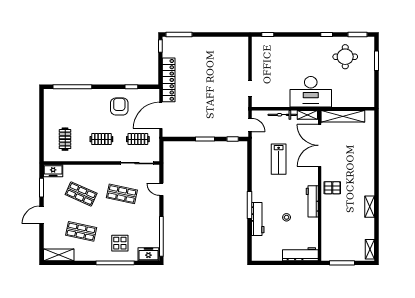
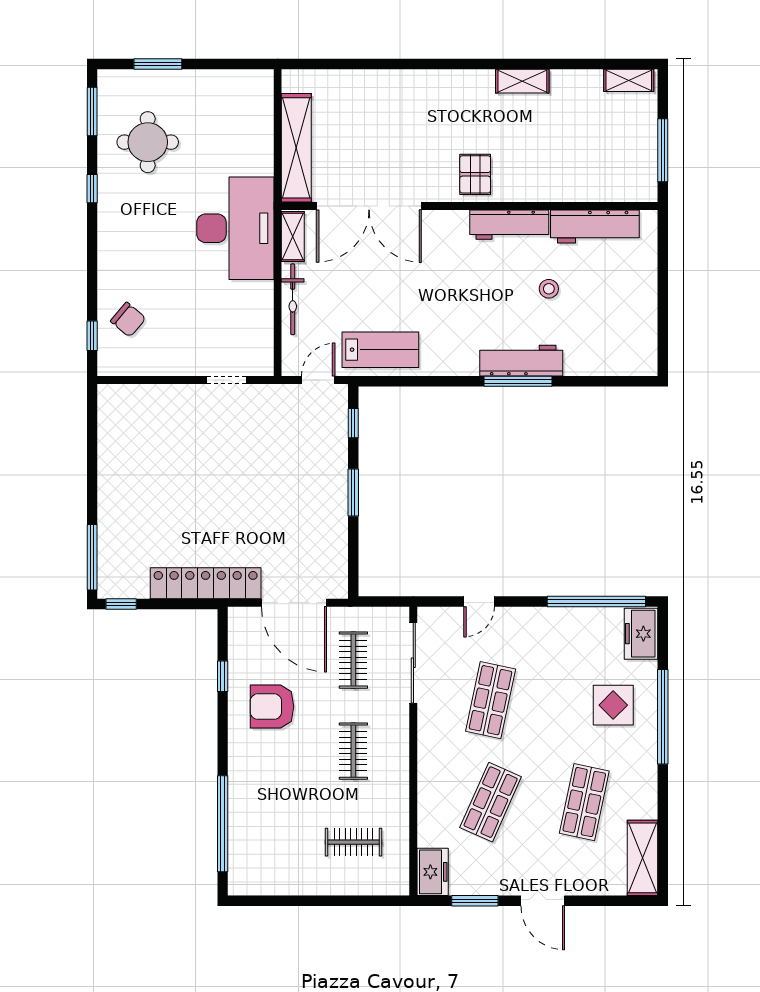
chair: (274, 49) -> (128, 320), added
lab bench: (279, 159) -> (380, 350), moved
workbench: (258, 219) -> (521, 361), moved
workbench: (300, 254) -> (595, 227), moved, turned -90

